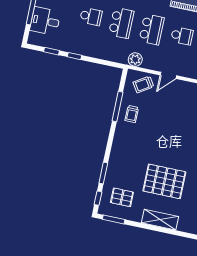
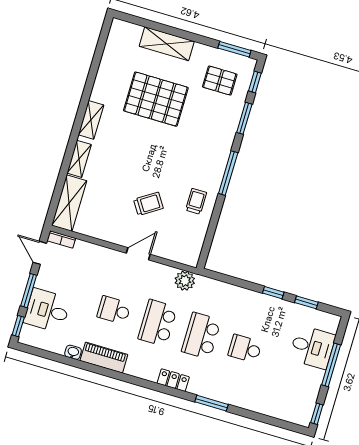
trolley: (143, 85) -> (148, 204), moved
window: (117, 106) -> (228, 173), moved

